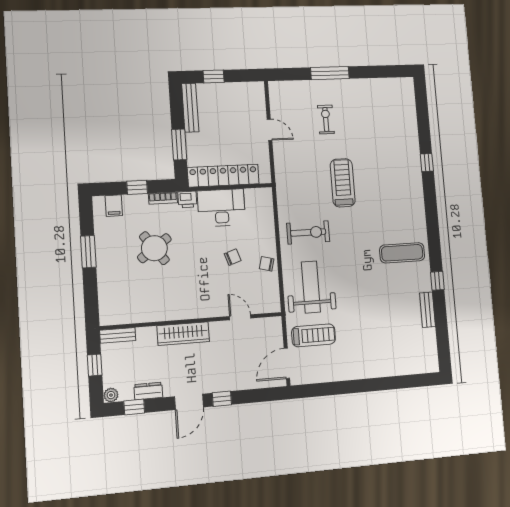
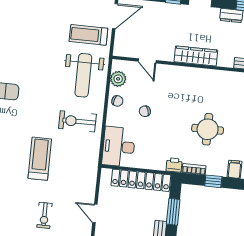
treadmill: (343, 183) -> (40, 159), turned 180
desk: (221, 208) -> (119, 147), moved, turned 90
round table: (154, 248) -> (208, 129), turned 36
plant: (270, 290) -> (118, 79), added

